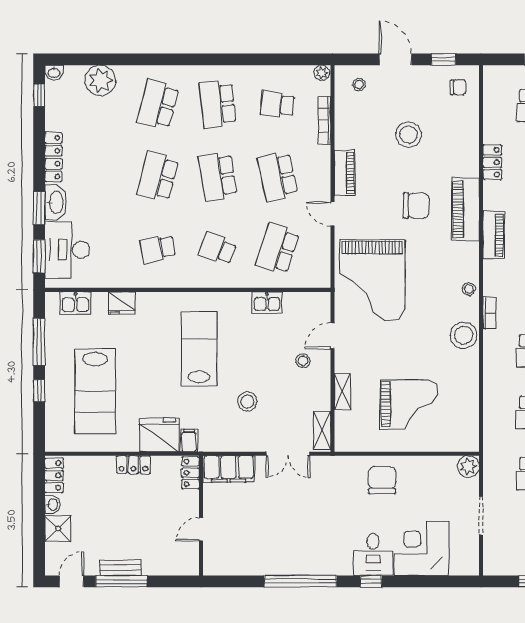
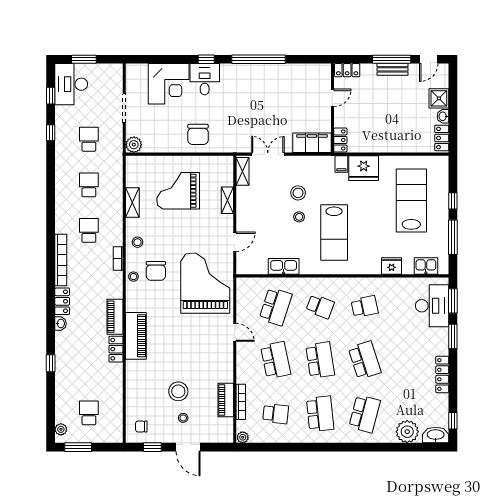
washbasin: (54, 72) -> (436, 435), width x1.91, depth x1.45
stool: (359, 85) -> (183, 418), moved
locker: (492, 162) -> (116, 349), moved
piano: (345, 173) -> (226, 400), moved
school desk: (158, 177) -> (365, 360), turned -33
washbasin: (56, 202) -> (441, 341), removed
chair: (416, 206) -> (156, 271), moved, turned -90
kitchen sink: (267, 303) -> (284, 266), width x1.38
stool: (463, 335) -> (137, 242), width x0.53, depth x0.53
stool: (303, 361) -> (299, 217), moved
shelving: (470, 389) -> (132, 202), added
locker: (133, 465) -> (347, 70), moved, turned 180

